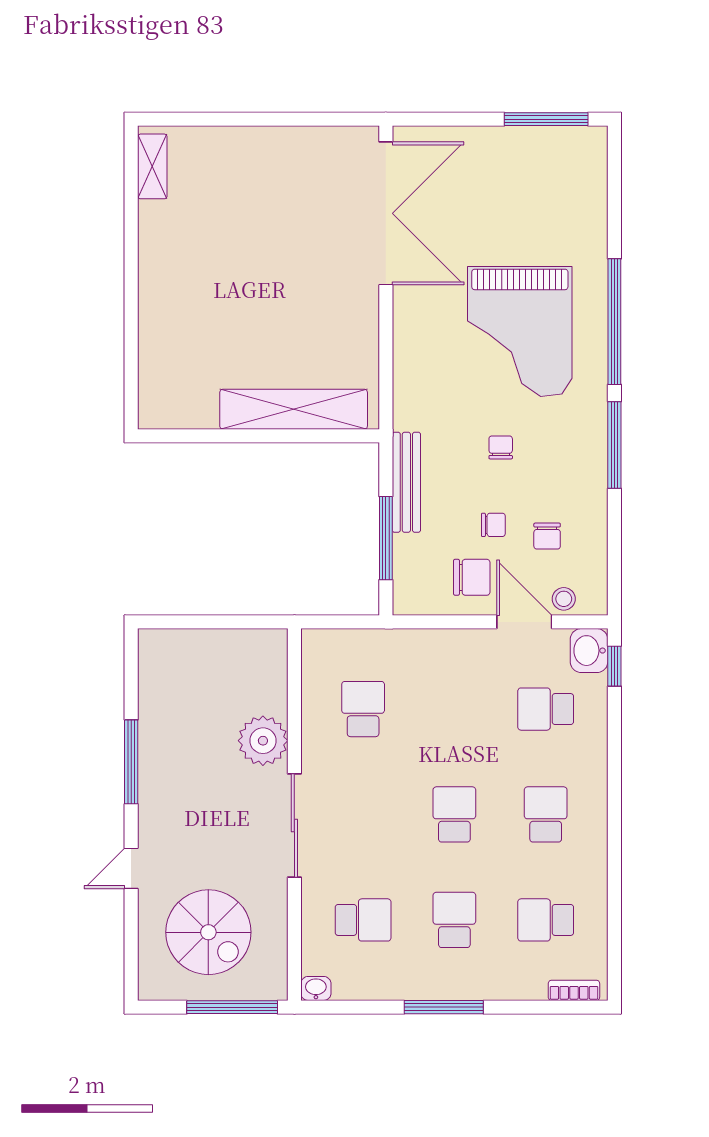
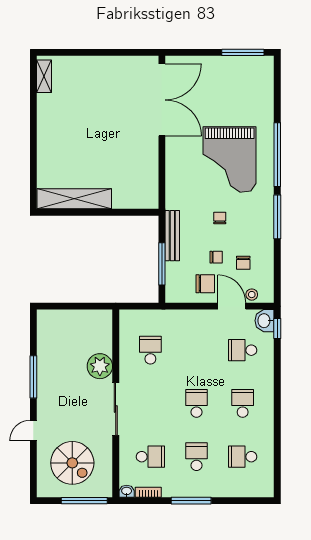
shelving: (294, 409) -> (74, 199), moved
bookcase: (574, 990) -> (148, 492), moved

